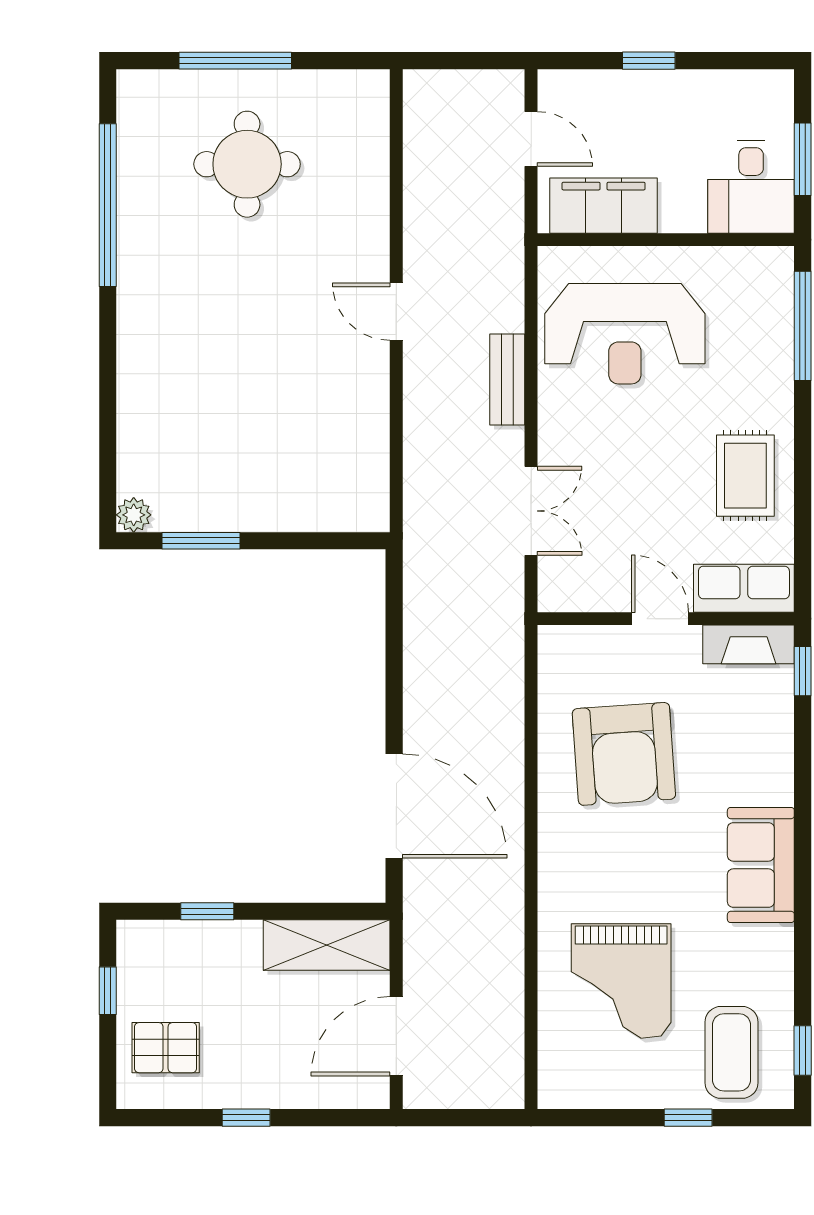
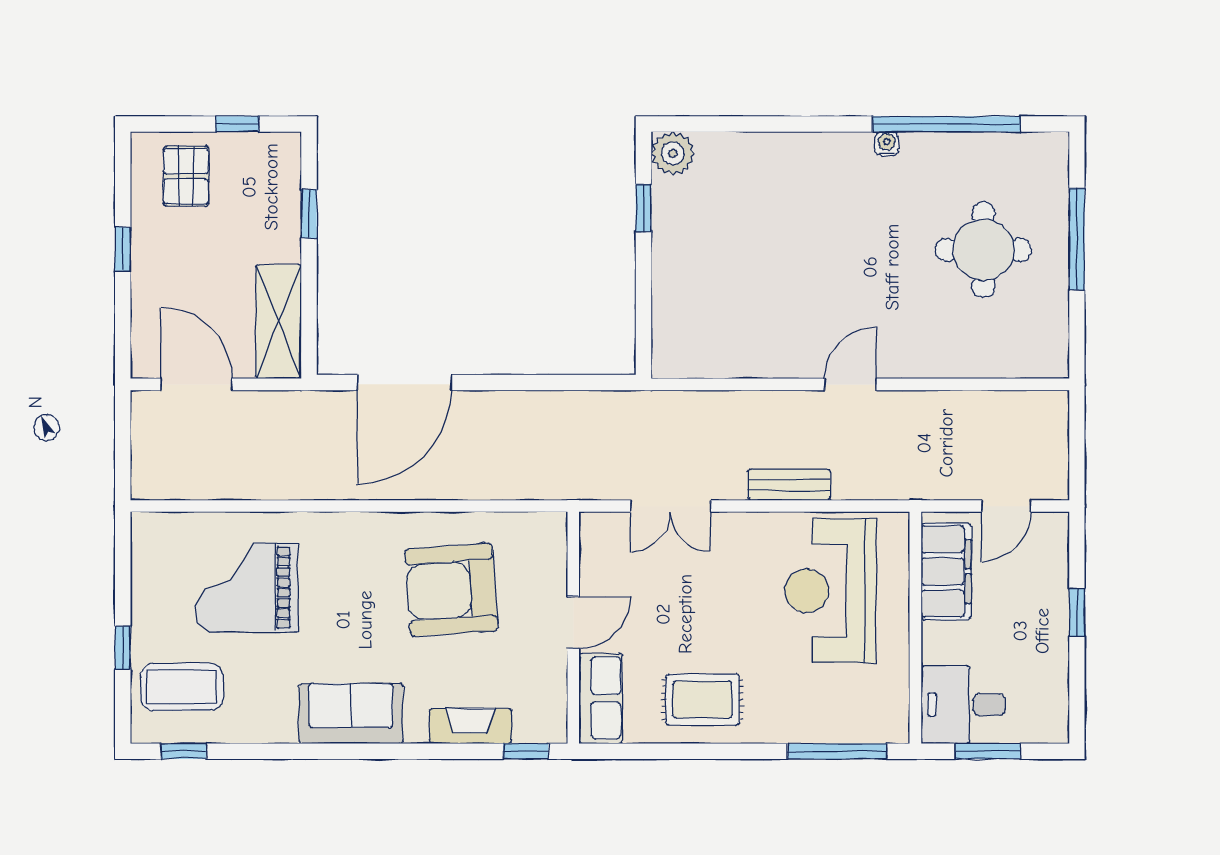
water cooler: (130, 271) -> (887, 144), added
plant: (134, 515) -> (673, 153), width x1.38, depth x1.38
window: (201, 541) -> (644, 208), width x0.67
fireplace: (749, 644) -> (471, 726), moved, turned 90

